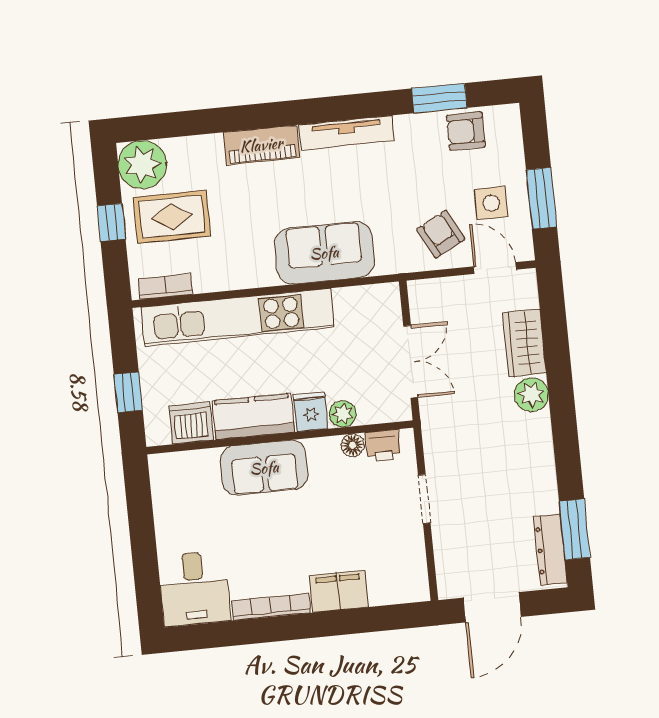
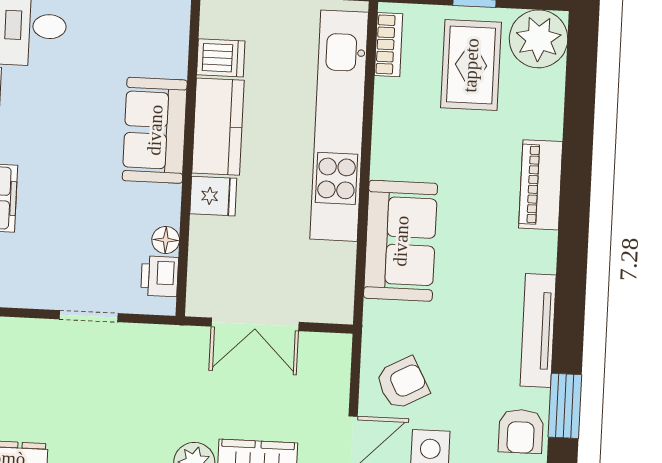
armchair: (466, 131) -> (521, 431), turned 180
tv unit: (347, 133) -> (538, 331), moved
plant: (343, 414) -> (205, 234), removed
dishwasher: (191, 423) -> (221, 58), width x0.73

